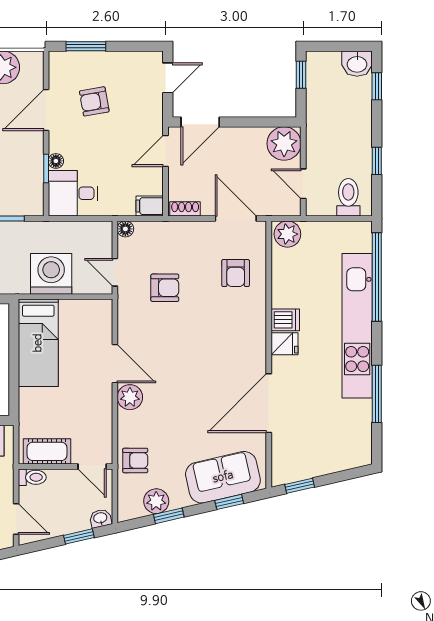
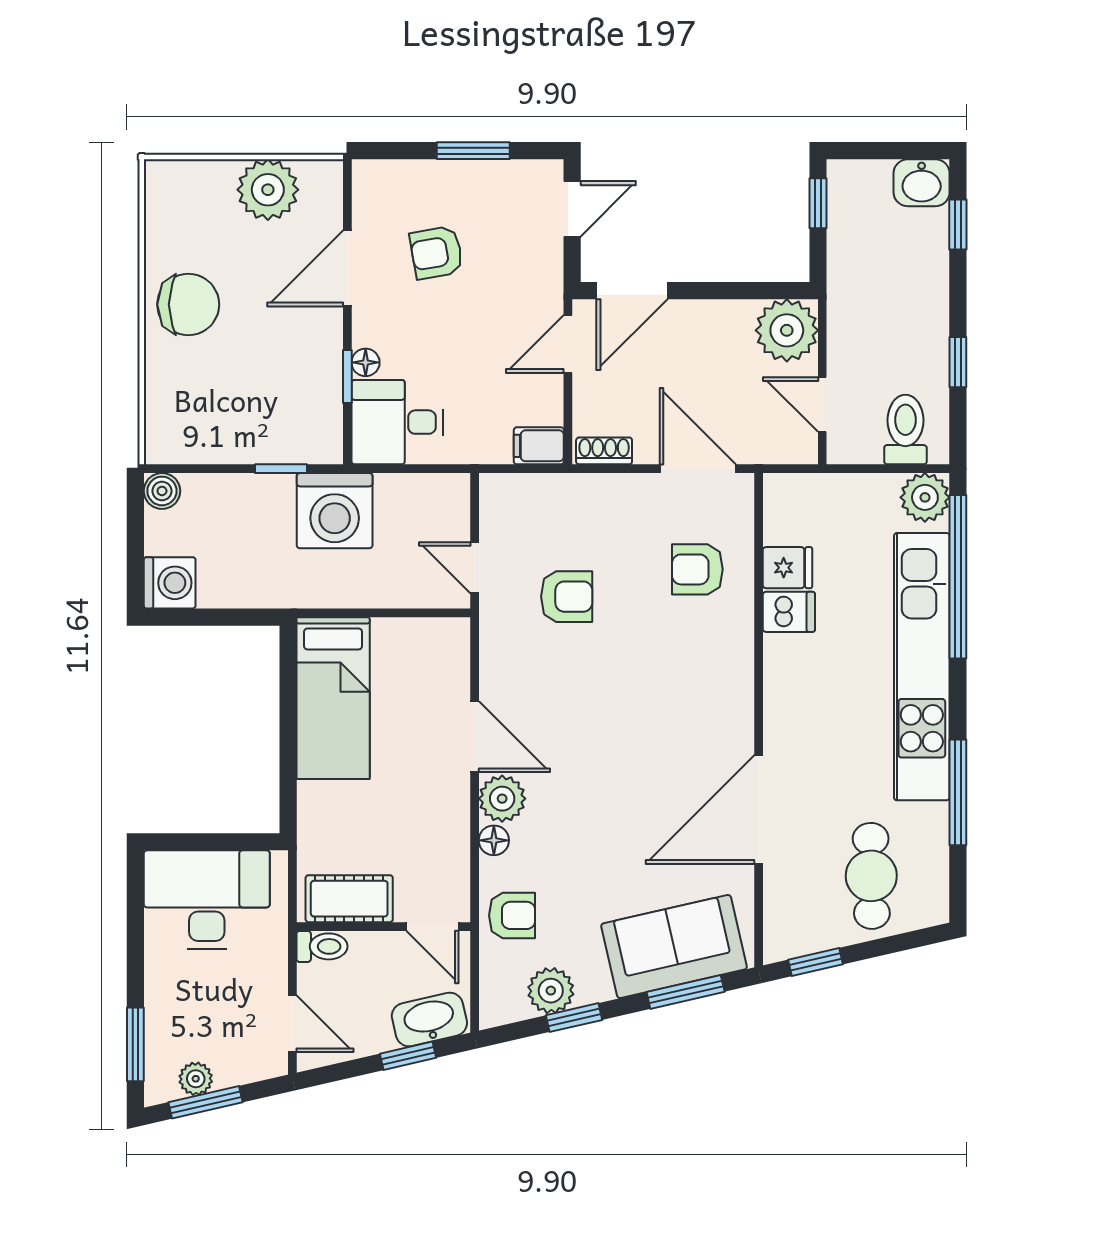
window: (86, 46) -> (473, 151), moved
floor lamp: (125, 229) -> (494, 840), moved
plant: (287, 234) -> (925, 497), moved
armchair: (236, 273) -> (697, 569), turned 90
washing machine: (51, 274) -> (335, 511), moved, turned 180
dishwasher: (285, 320) -> (789, 612), moved
fridge: (284, 344) -> (788, 568), moved
cafe table: (330, 439) -> (871, 876), added
window: (229, 502) -> (686, 992), width x1.50
washbasin: (100, 518) -> (429, 1020), width x1.91, depth x1.45

